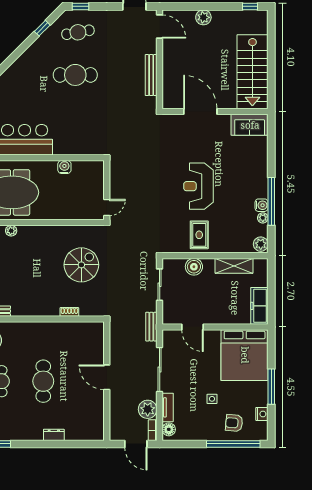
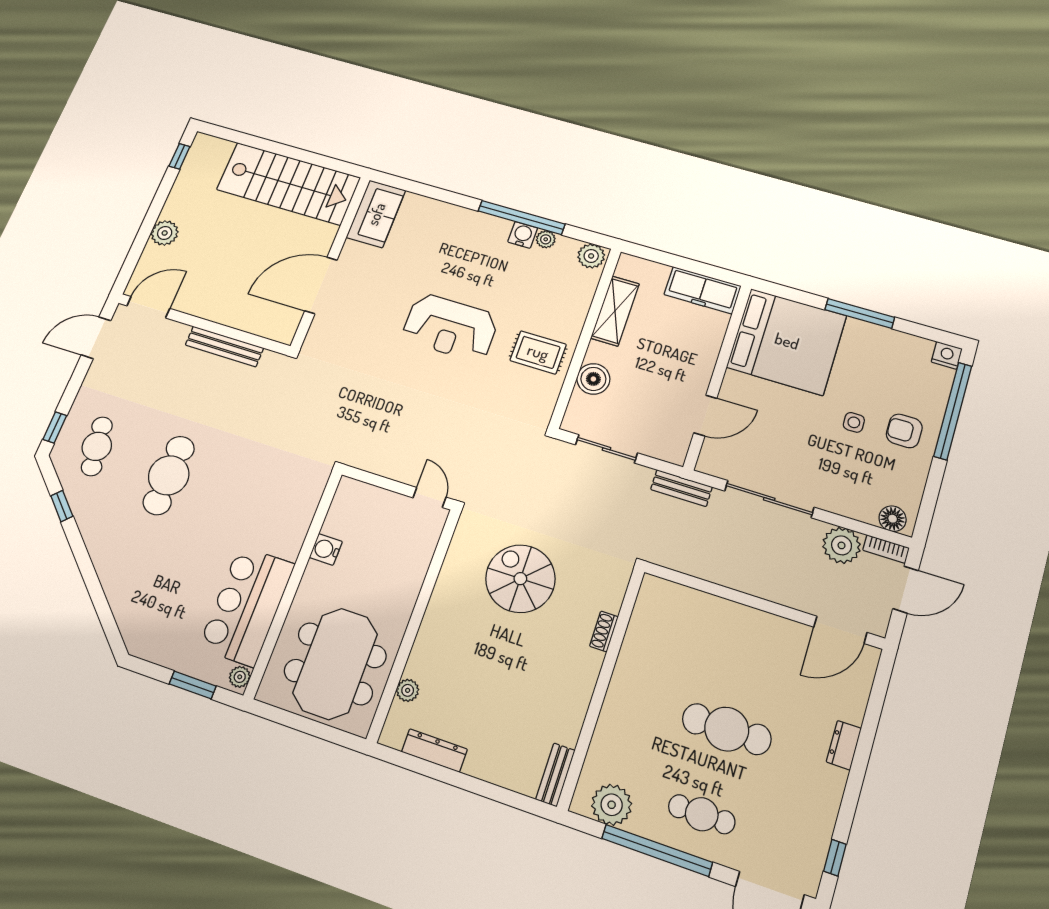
door: (107, 377) -> (840, 630), moved
tv unit: (168, 407) -> (848, 507), removed
nightstand: (262, 414) -> (947, 355), moved
armchair: (234, 423) -> (904, 431), moved, turned 85

